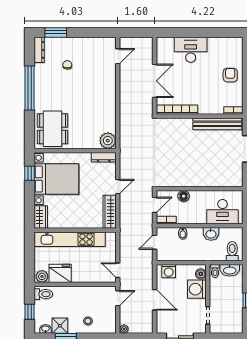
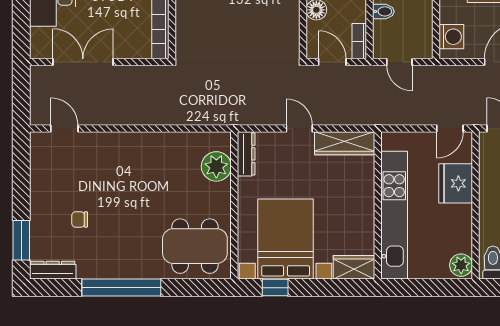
double door: (155, 81) -> (83, 62), moved
plant: (108, 141) -> (216, 166), moved
fridge: (60, 273) -> (456, 183), moved

